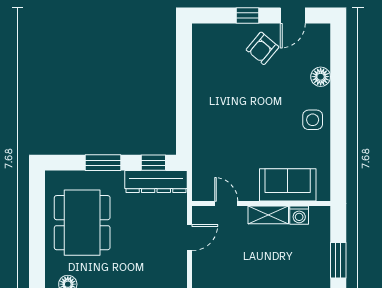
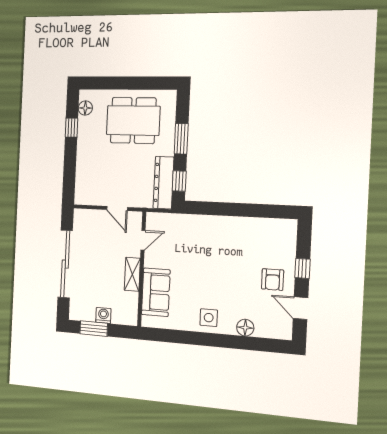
armchair: (262, 48) -> (273, 280), turned -130
washing machine: (299, 215) -> (103, 315), moved, turned 90

